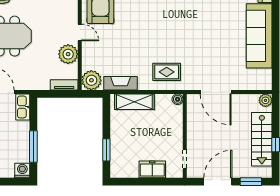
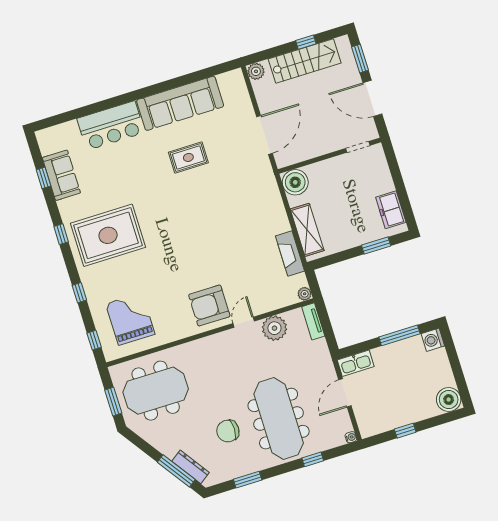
rug: (167, 72) -> (188, 157), moved, turned 90
plant: (91, 80) -> (305, 294), width x0.53, depth x0.53
boiler: (178, 99) -> (295, 182), width x1.86, depth x1.86
freezer: (152, 169) -> (391, 210), moved

